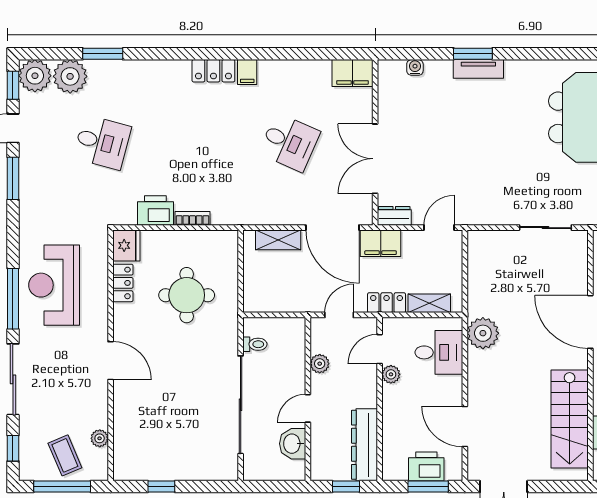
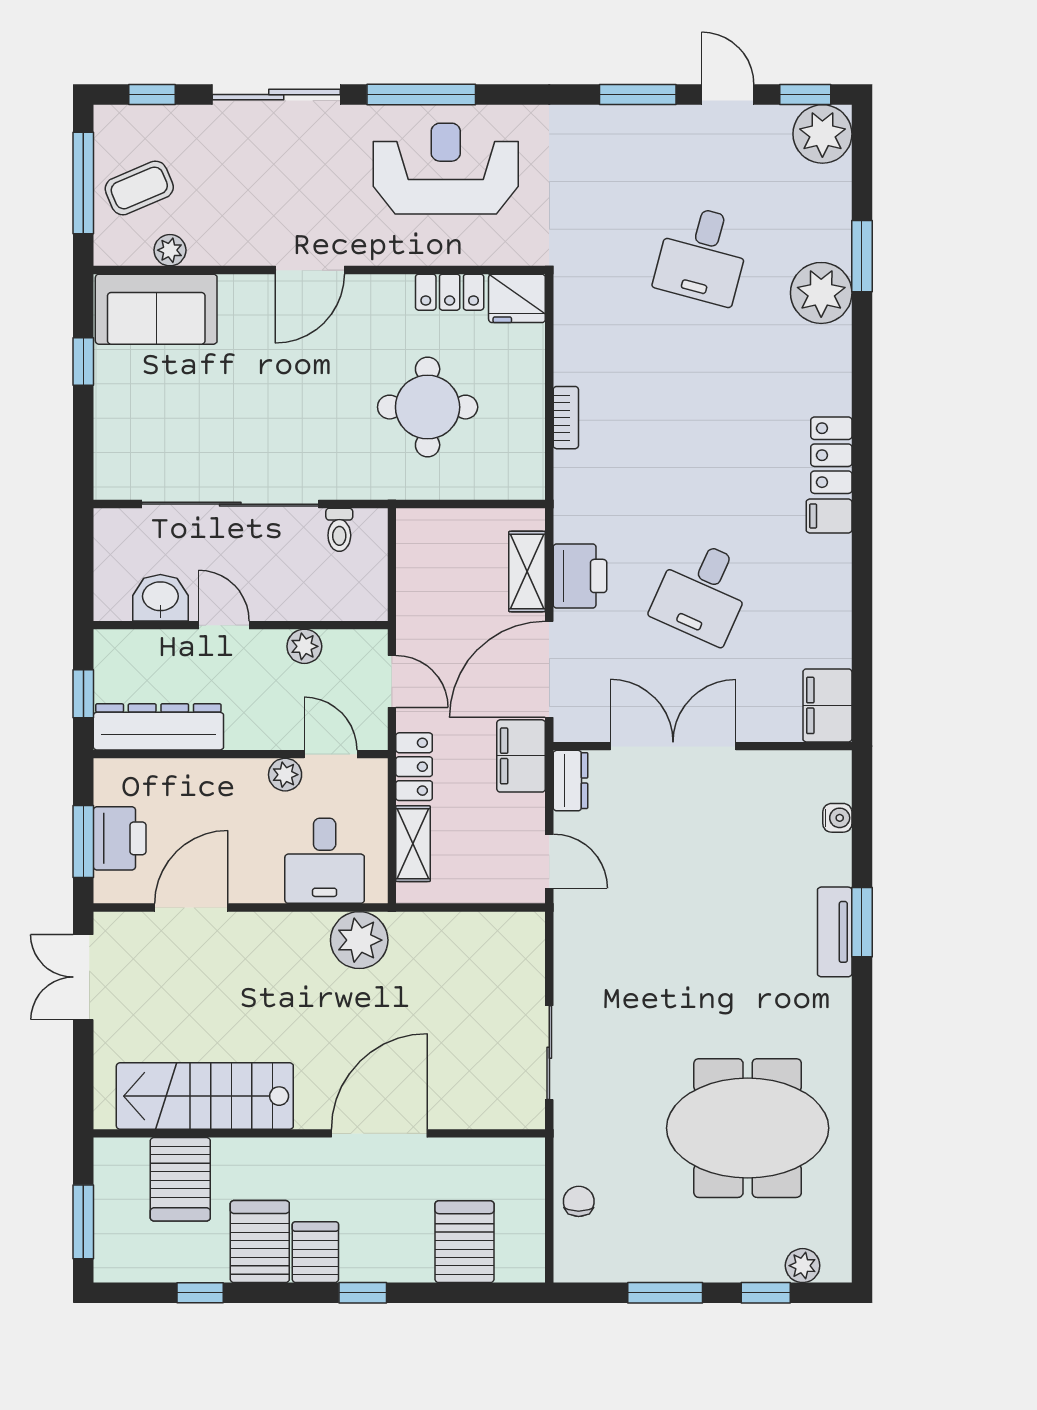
plant: (70, 76) -> (821, 293), moved
printer: (155, 210) -> (580, 576), moved
sofa: (132, 446) -> (156, 309), added

